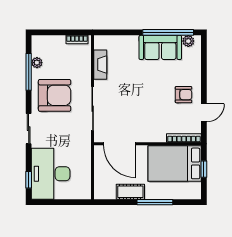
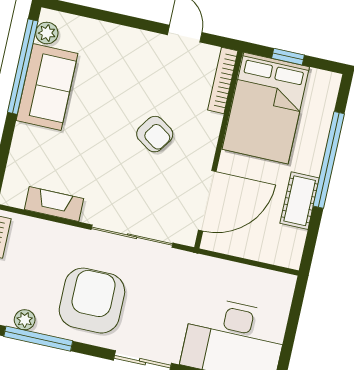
armchair: (184, 95) -> (155, 134), moved, turned 124
window: (155, 202) -> (329, 160), width x1.46

